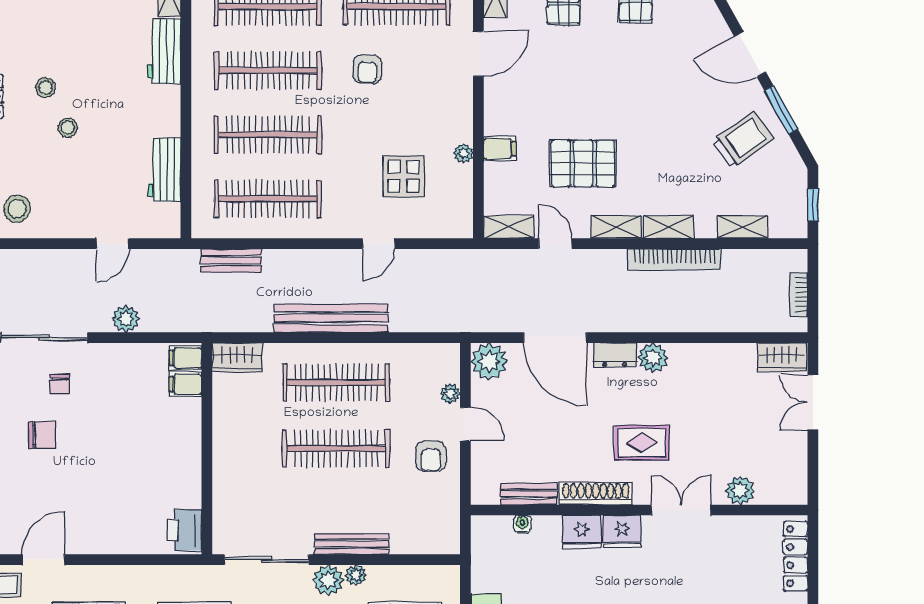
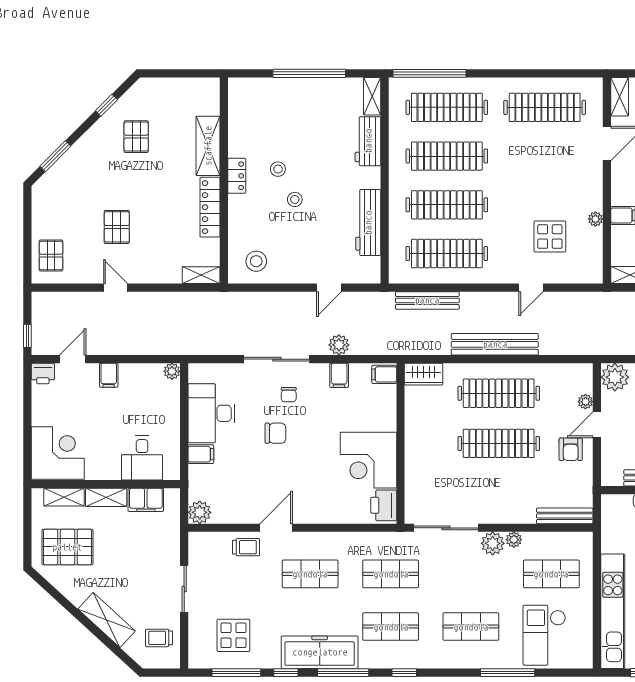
armchair: (367, 69) -> (522, 155), removed
workbench: (164, 170) -> (368, 223), width x1.38
bench: (231, 261) -> (427, 300), width x1.36
filing cabinet: (185, 384) -> (339, 375), moved, turned -90
door: (465, 424) -> (597, 425), swing flipped
corner desk: (165, 471) -> (368, 460), added
bench: (351, 544) -> (565, 516), moved

